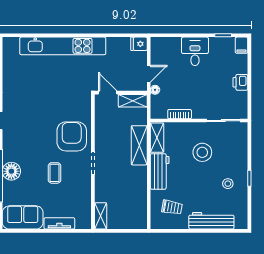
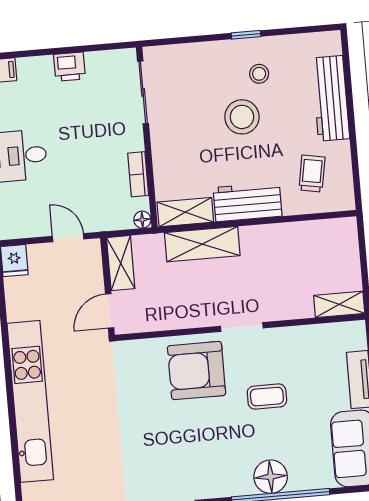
floor lamp: (155, 90) -> (142, 220), moved
stool: (202, 152) -> (242, 117), moved

